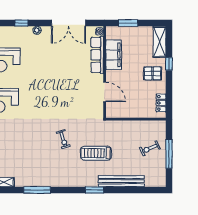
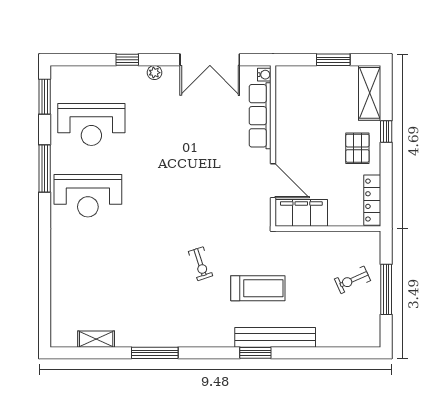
window: (128, 23) -> (333, 60), moved
filing cabinet: (114, 55) -> (301, 213), moved, turned -90
pallet: (153, 73) -> (357, 148), turned 90
locker: (161, 103) -> (372, 200), width x1.53
treadmill: (96, 153) -> (258, 288), turned 180
bench: (121, 181) -> (275, 337), moved

